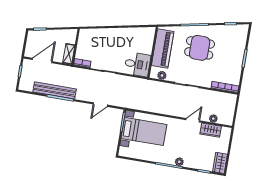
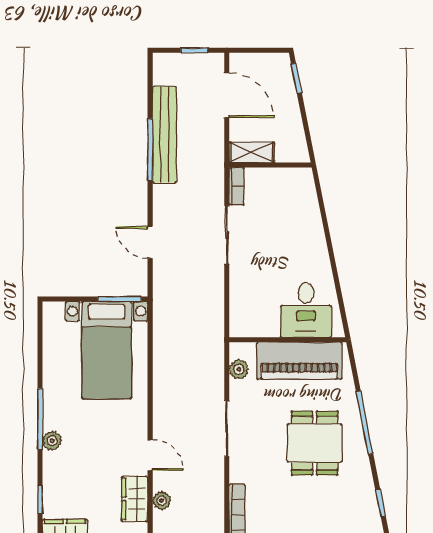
desk: (137, 64) -> (306, 310), moved

